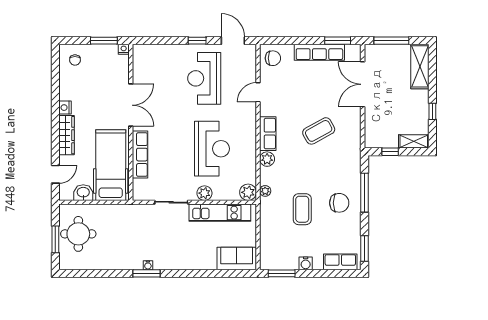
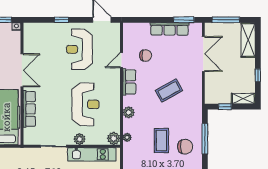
window: (197, 41) -> (61, 20), moved
chair: (273, 58) -> (146, 56), moved
double door: (363, 84) -> (203, 54), swing flipped
row of seats: (268, 134) -> (129, 82), moved
coffee table: (302, 209) -> (161, 141), moved

